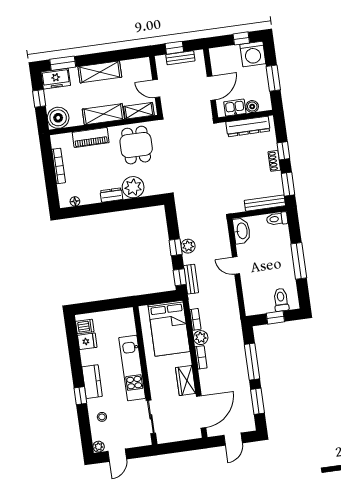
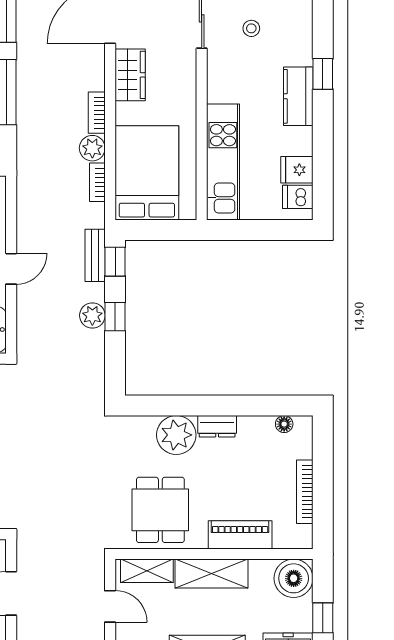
door: (236, 266) -> (11, 269), hinge flipped
kitchen unit: (132, 368) -> (223, 162), moved
stool: (102, 417) -> (251, 28), moved

